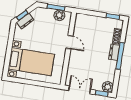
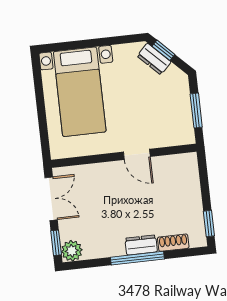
plant: (59, 15) -> (183, 121), removed
door: (69, 42) -> (137, 154), hinge flipped

